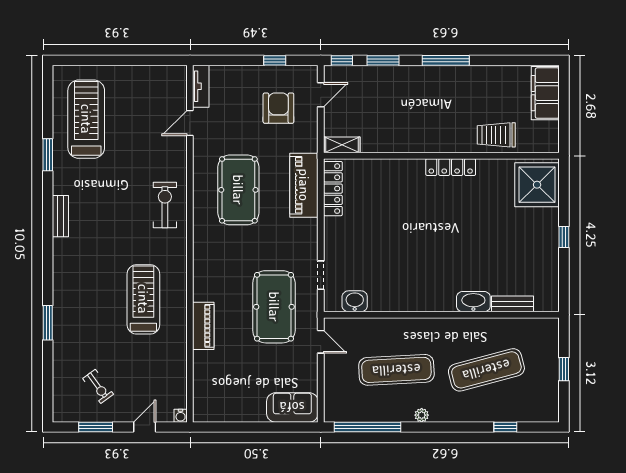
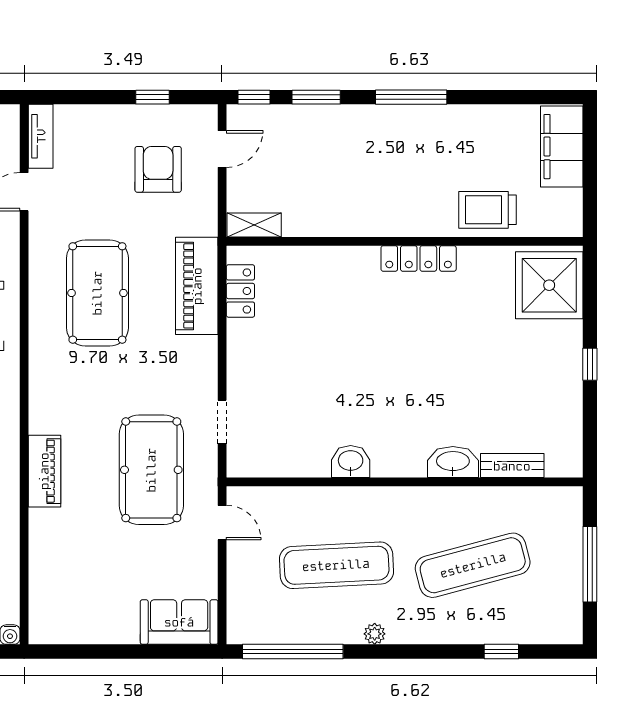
locker: (333, 189) -> (240, 291), width x0.66
washbasin: (355, 301) -> (351, 461), moved
piano: (203, 326) -> (44, 471), moved
window: (564, 369) -> (590, 564), width x2.17

